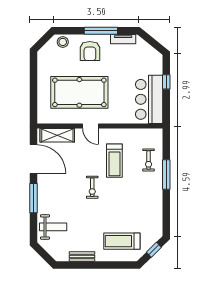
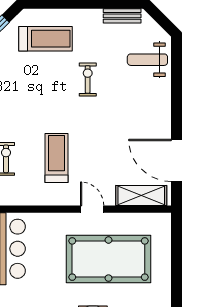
exercise bike: (92, 187) -> (88, 79), moved
window: (33, 198) -> (177, 102), removed
bench: (82, 256) -> (122, 16), moved

